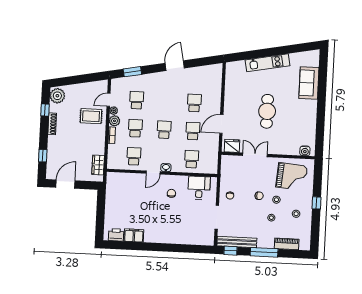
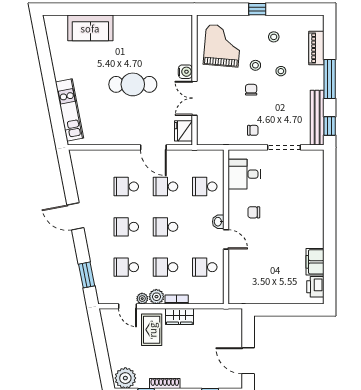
kitchen unit: (268, 63) -> (69, 110), moved
school desk: (165, 102) -> (126, 227), added
water cooler: (305, 151) -> (185, 72), moved
wardrobe: (98, 165) -> (179, 316), moved

